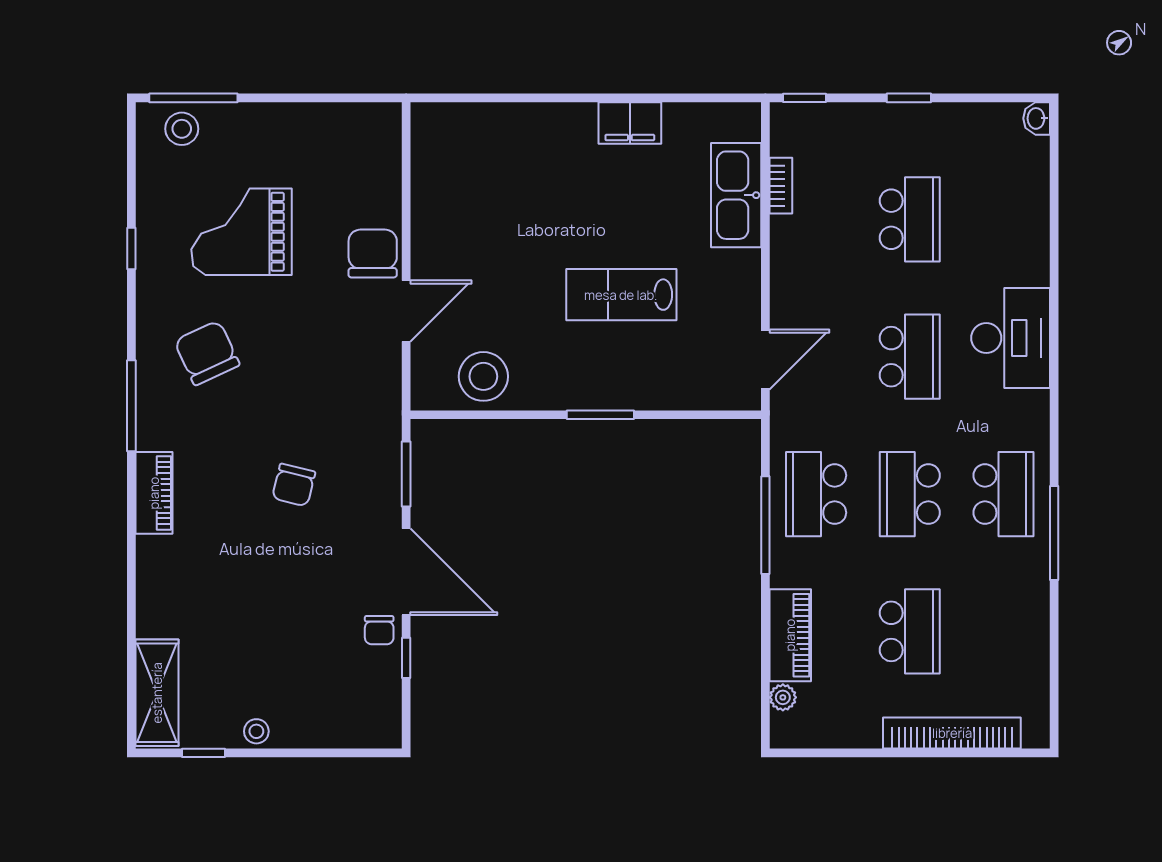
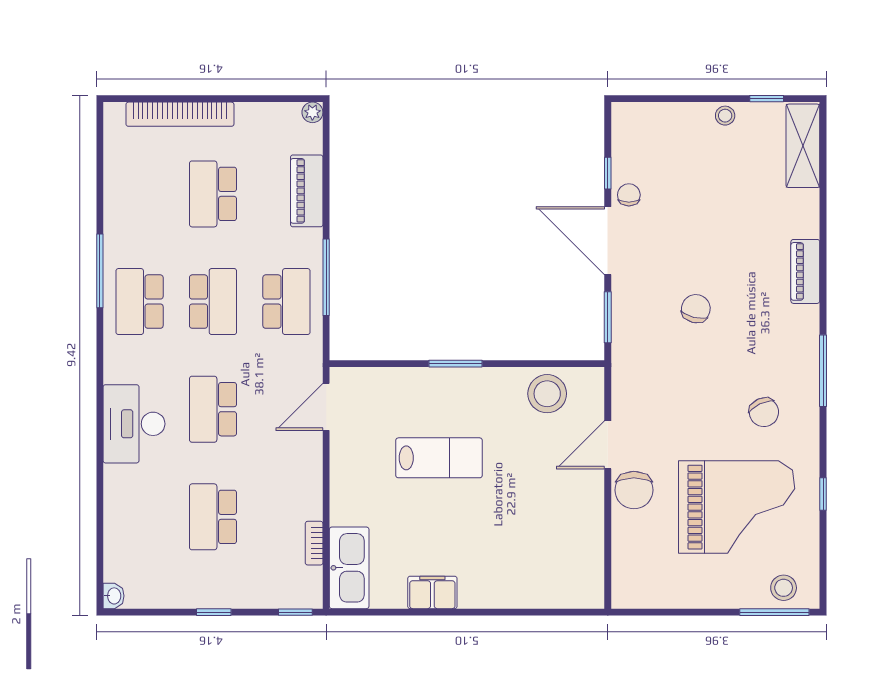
kitchen sink: (736, 195) -> (349, 568), moved
grand piano: (242, 232) -> (737, 507), width x1.37, depth x1.48
chair: (207, 353) -> (764, 412), width x0.73, depth x0.73
piano: (154, 493) -> (805, 271), moved
plant: (783, 697) -> (312, 112), moved

